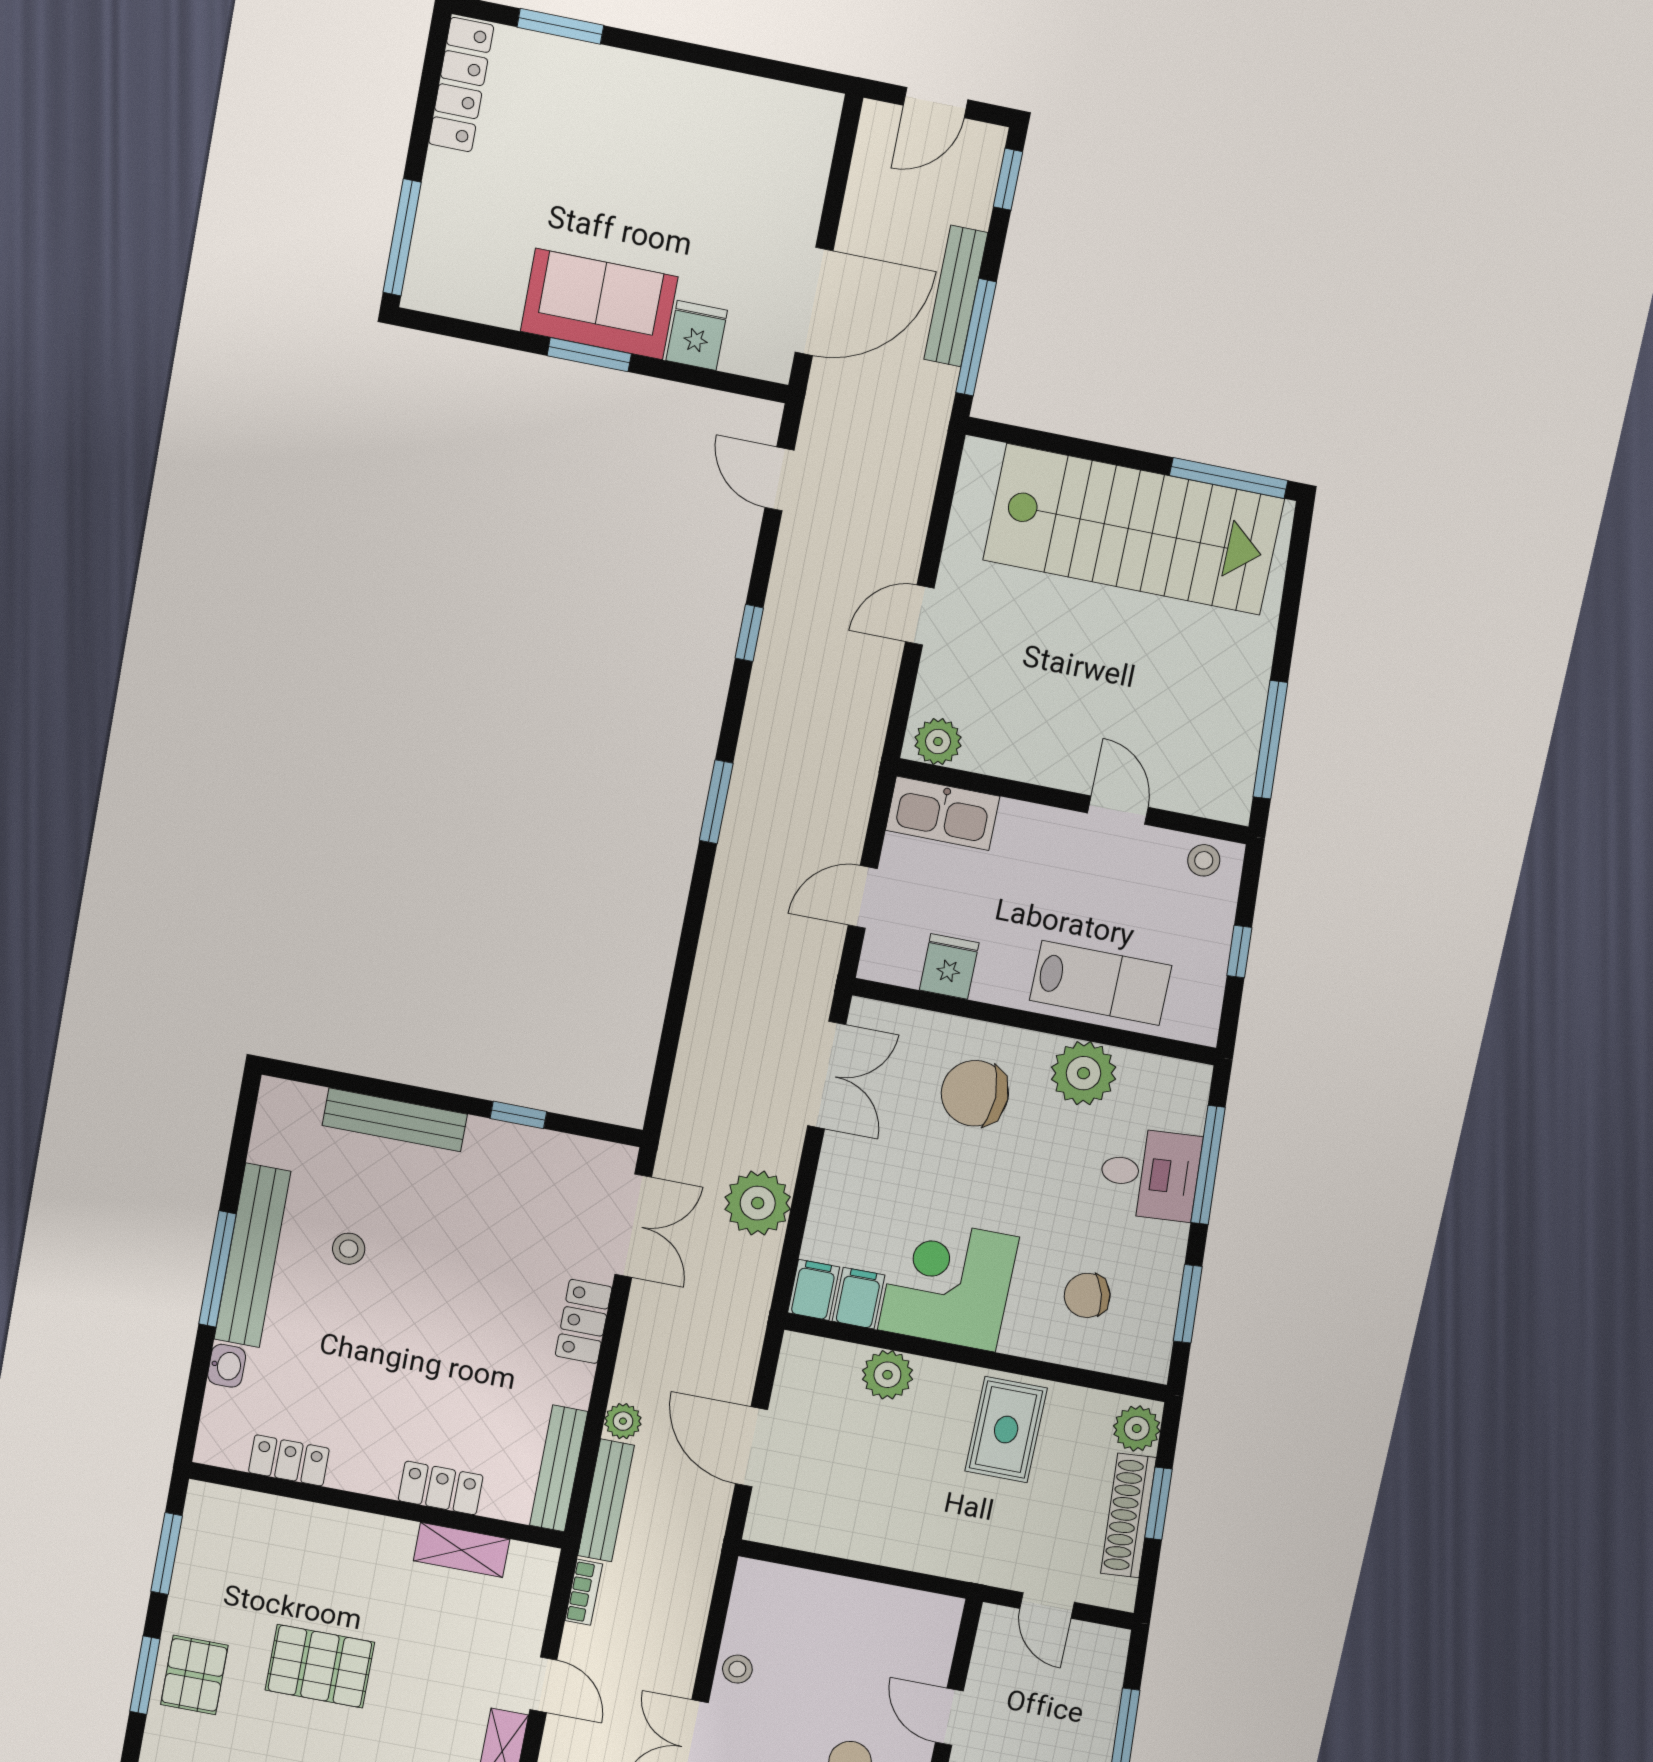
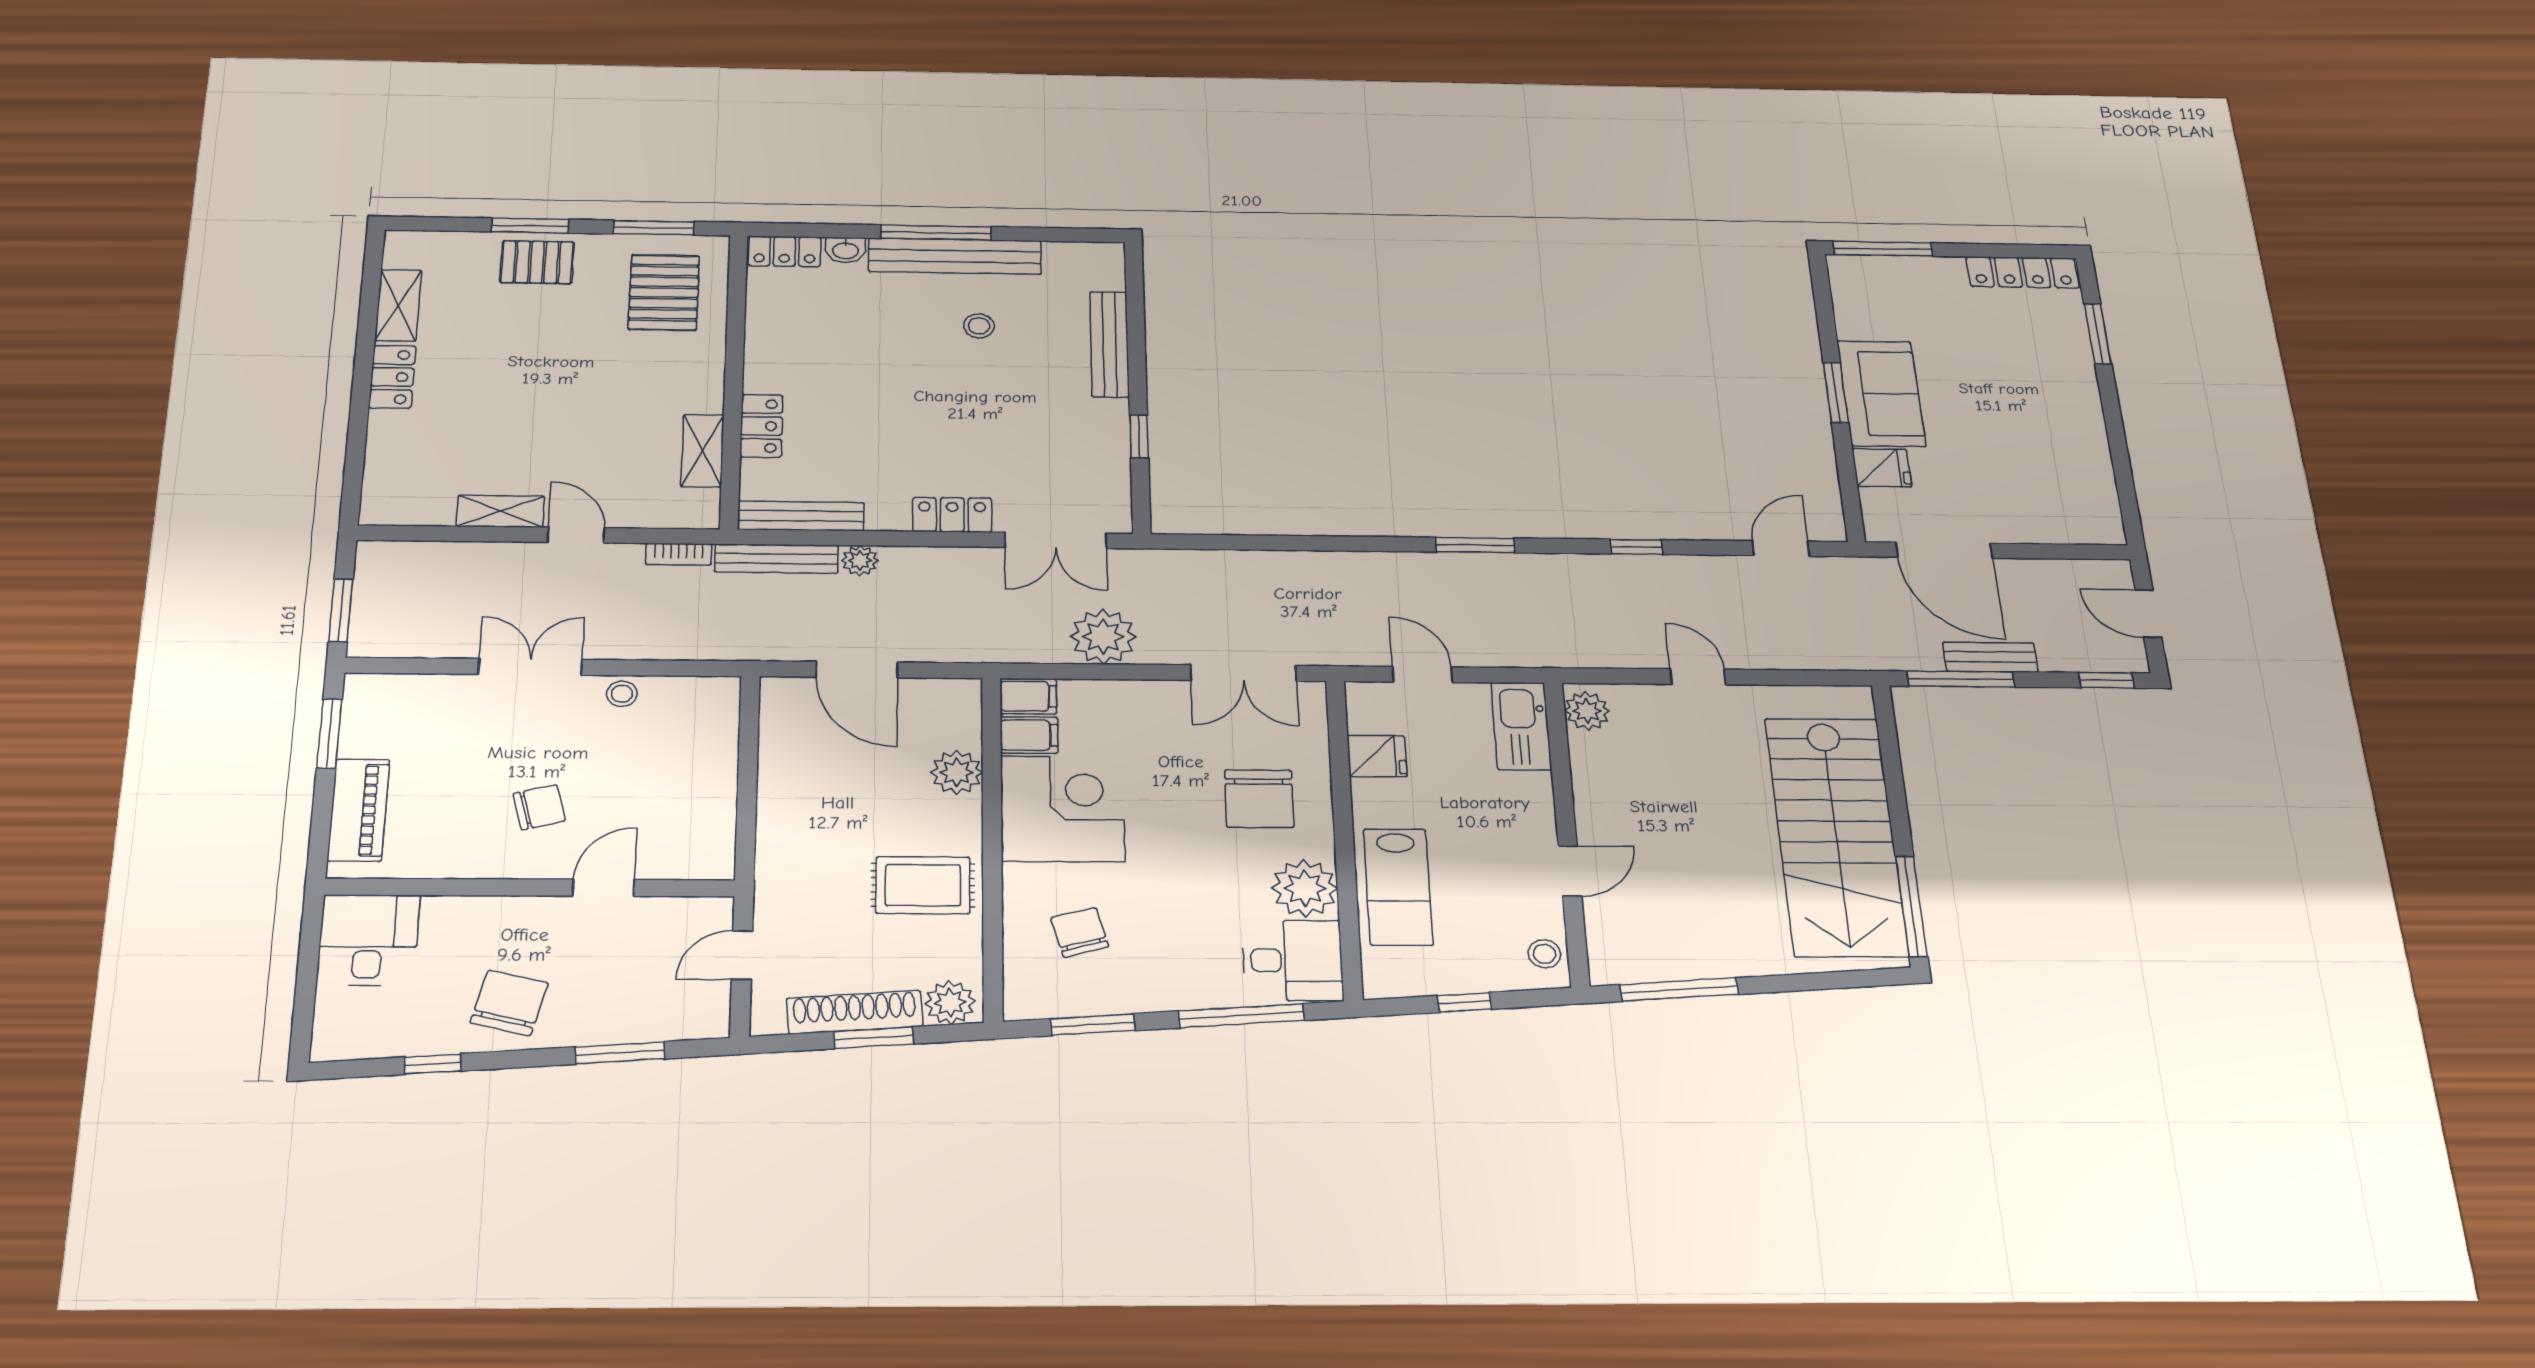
bench: (956, 296) -> (1990, 657), width x0.73
chair: (975, 1093) -> (1259, 799), turned 180
desk: (1150, 1174) -> (1293, 960), moved, turned -86
door: (751, 1447) -> (857, 670), swing flipped
locker: (289, 1460) -> (784, 251), moved, turned 90
pallet: (320, 1666) -> (664, 292), moved
door: (543, 1685) -> (576, 535), swing flipped

